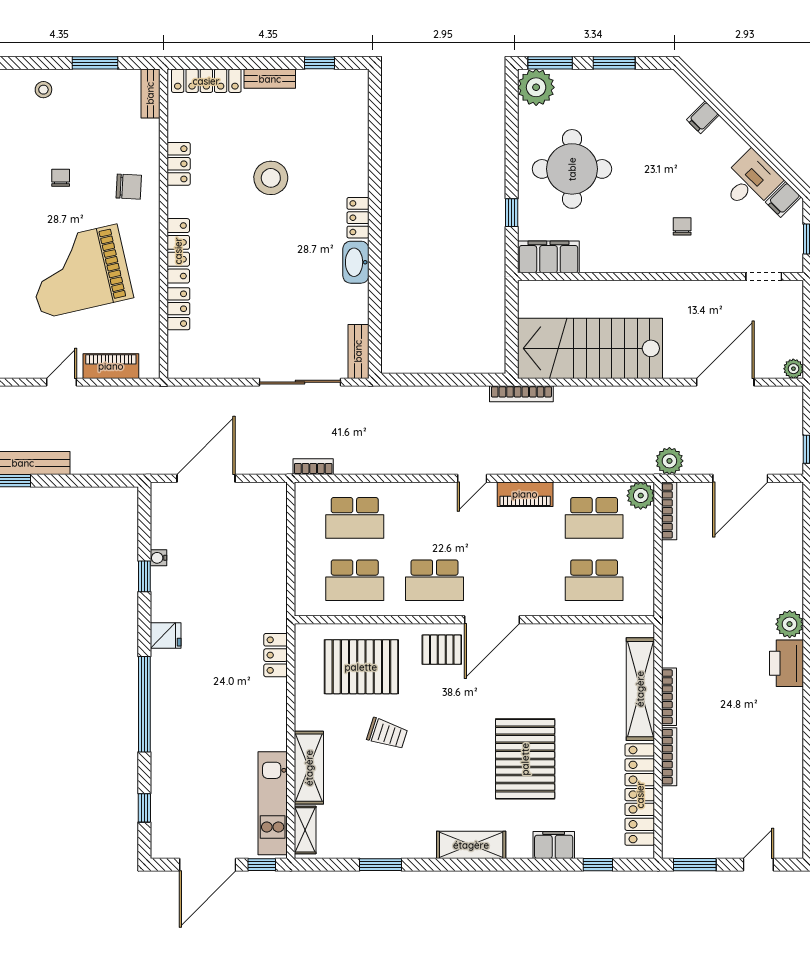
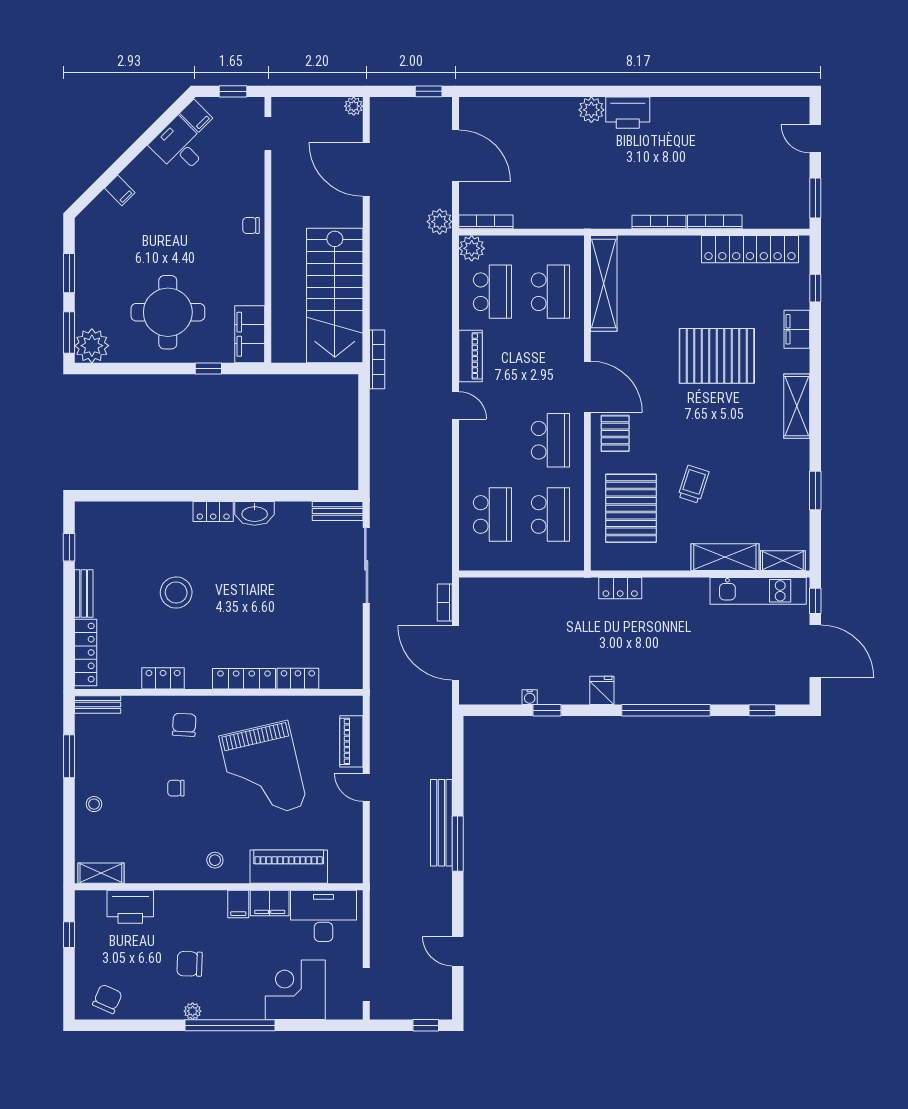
chair: (682, 226) -> (251, 225), moved
bookcase: (313, 467) -> (445, 602), moved
shelving: (640, 689) -> (604, 283), moved, turned 90

